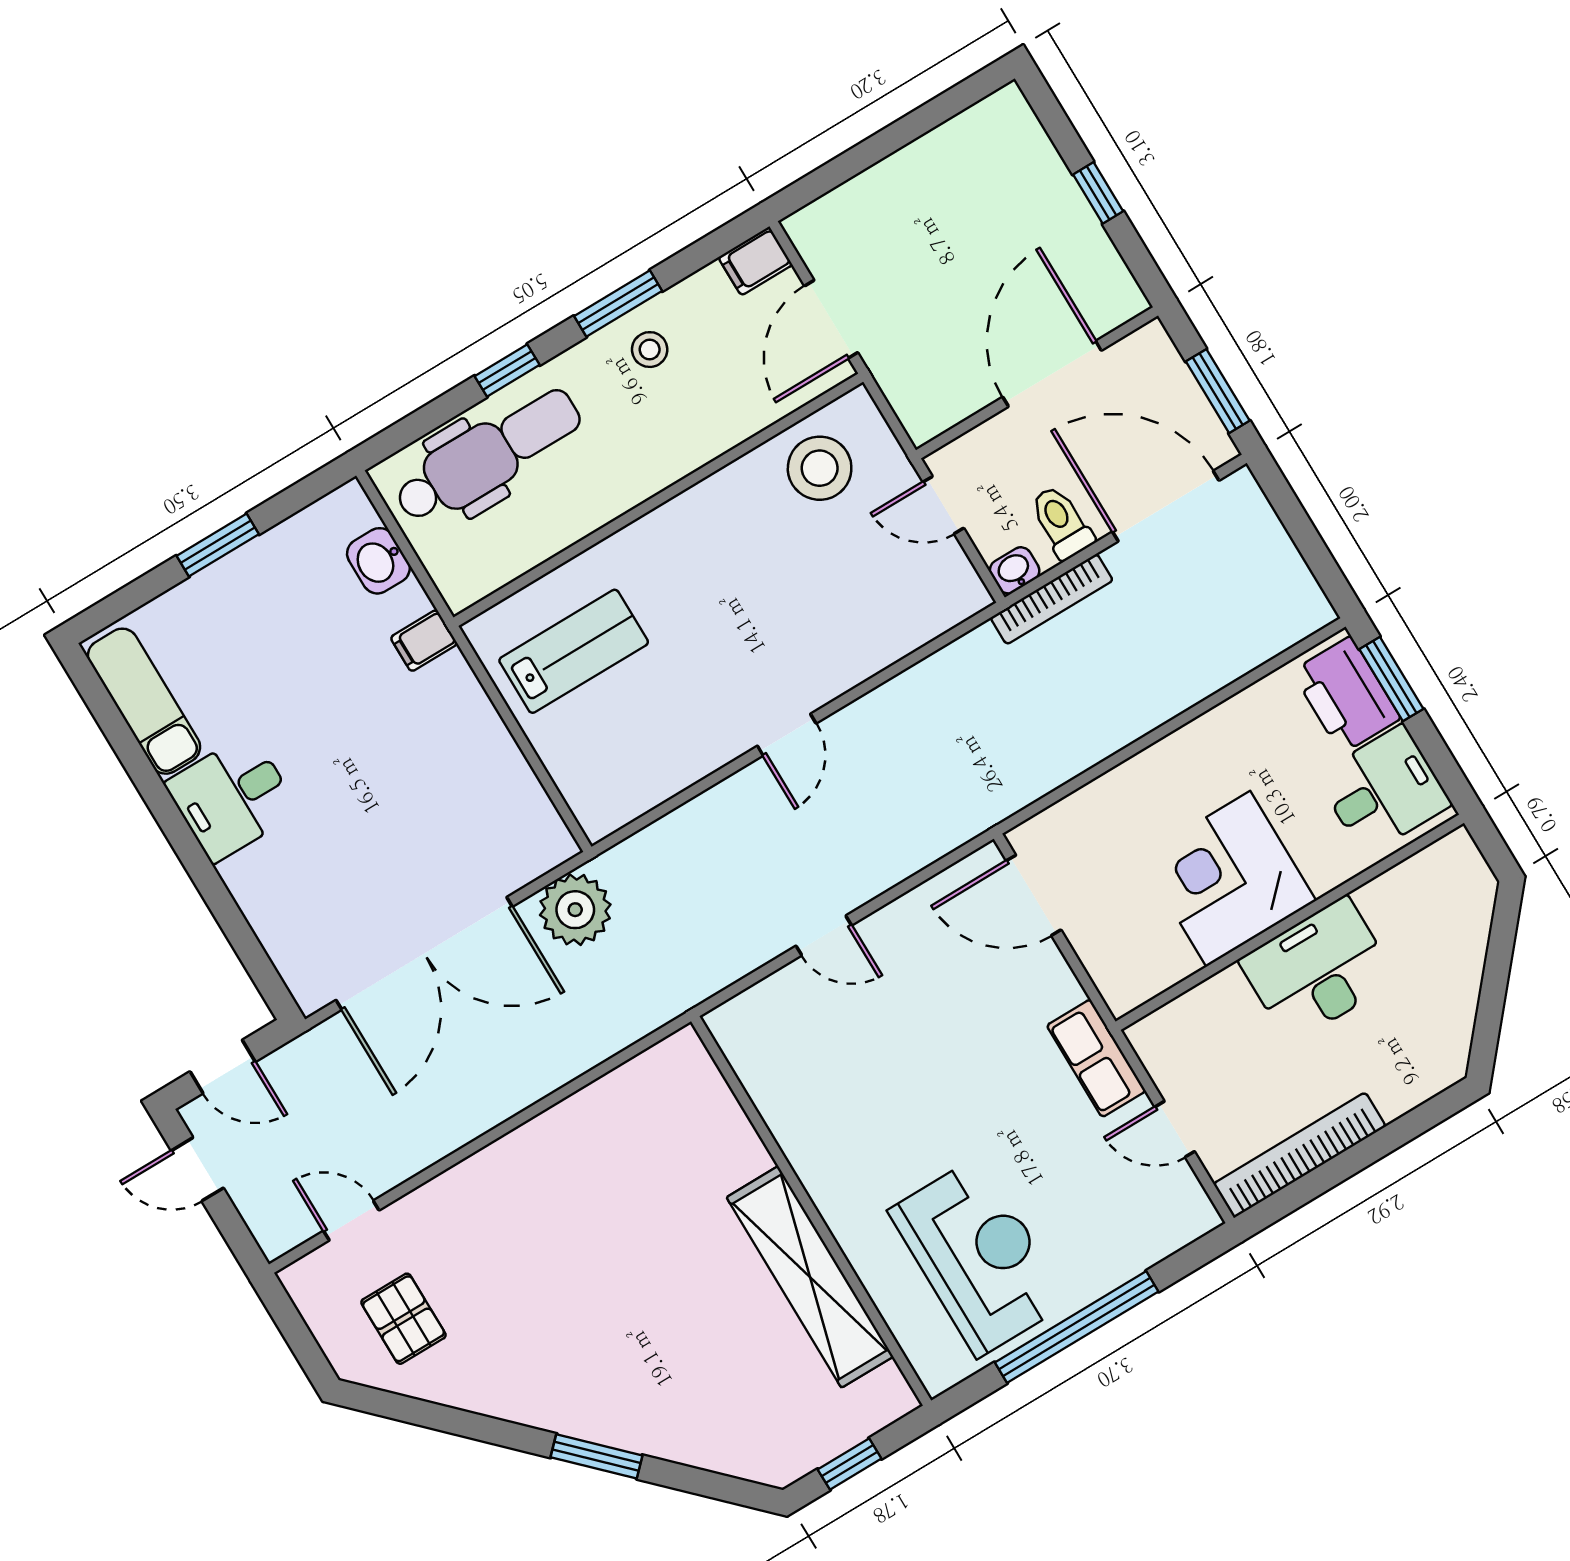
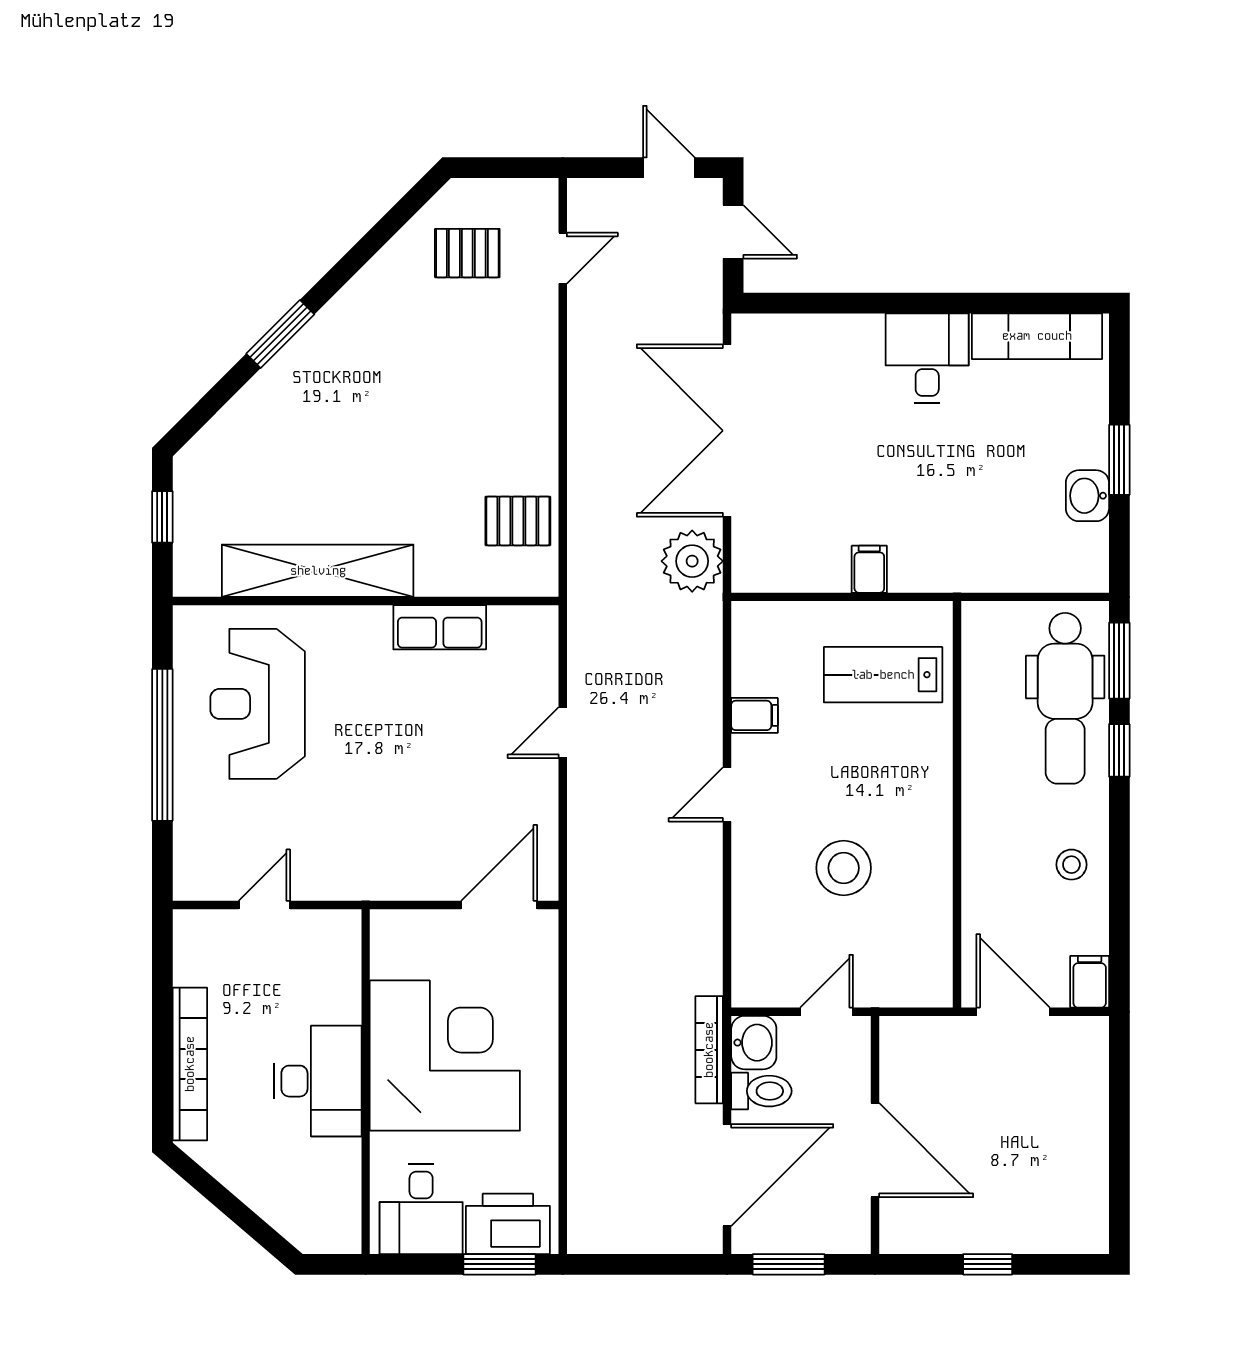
window: (618, 304) -> (1119, 661), moved
stool: (820, 468) -> (844, 868), moved
washbasin: (378, 561) -> (1087, 496), moved, turned -90
washbasin: (1015, 570) -> (754, 1043), width x1.38, depth x1.45
filing cabinet: (424, 641) -> (869, 569), moved
lab bench: (574, 651) -> (883, 675), turned 90
door: (787, 735) -> (727, 795), hinge flipped
filing cabinet: (691, 755) -> (754, 715), added
corner desk: (1228, 879) -> (445, 1056), width x1.36, depth x1.36
row of seats: (1096, 1058) -> (440, 627), moved, turned 180
door: (223, 1067) -> (733, 232), swing flipped
pallet: (640, 1107) -> (518, 521), added
bookcase: (1300, 1155) -> (190, 1064), moved
door: (197, 1169) -> (669, 168), hinge flipped
reception desk: (979, 1257) -> (258, 704), turned 90

